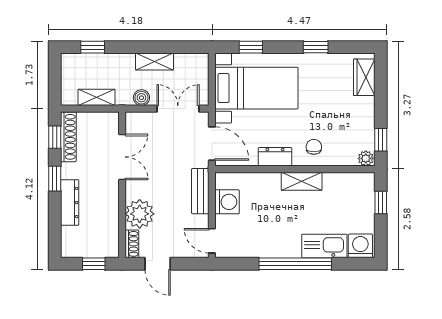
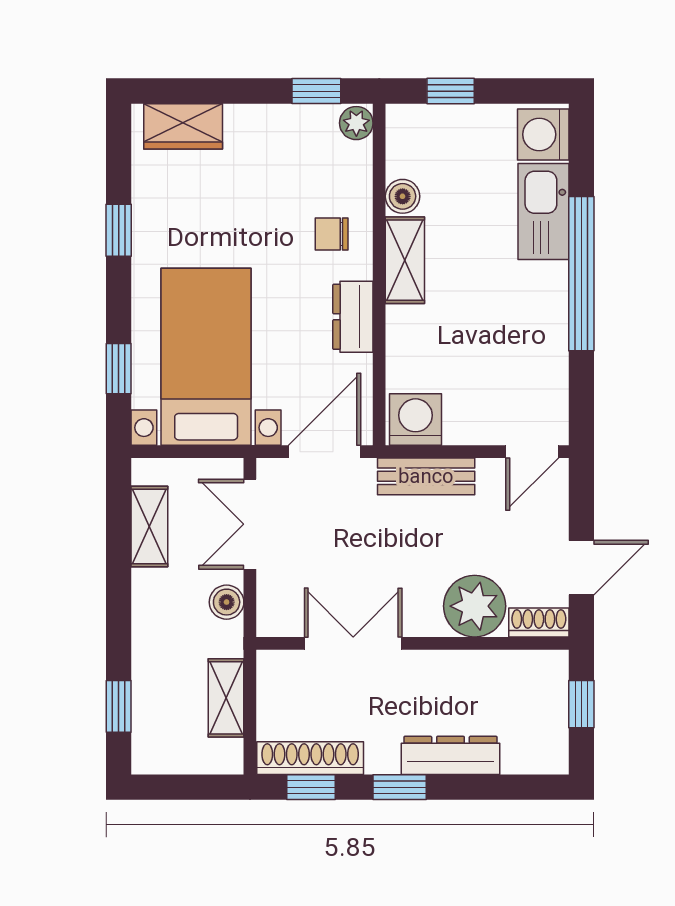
shelving: (154, 62) -> (149, 527), moved
boiler: (331, 180) -> (403, 196), added
washing machine: (227, 202) -> (415, 419), moved

